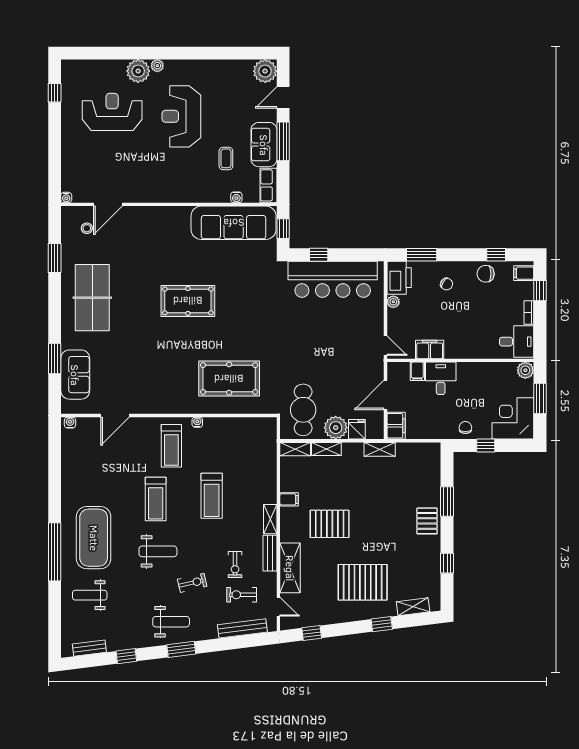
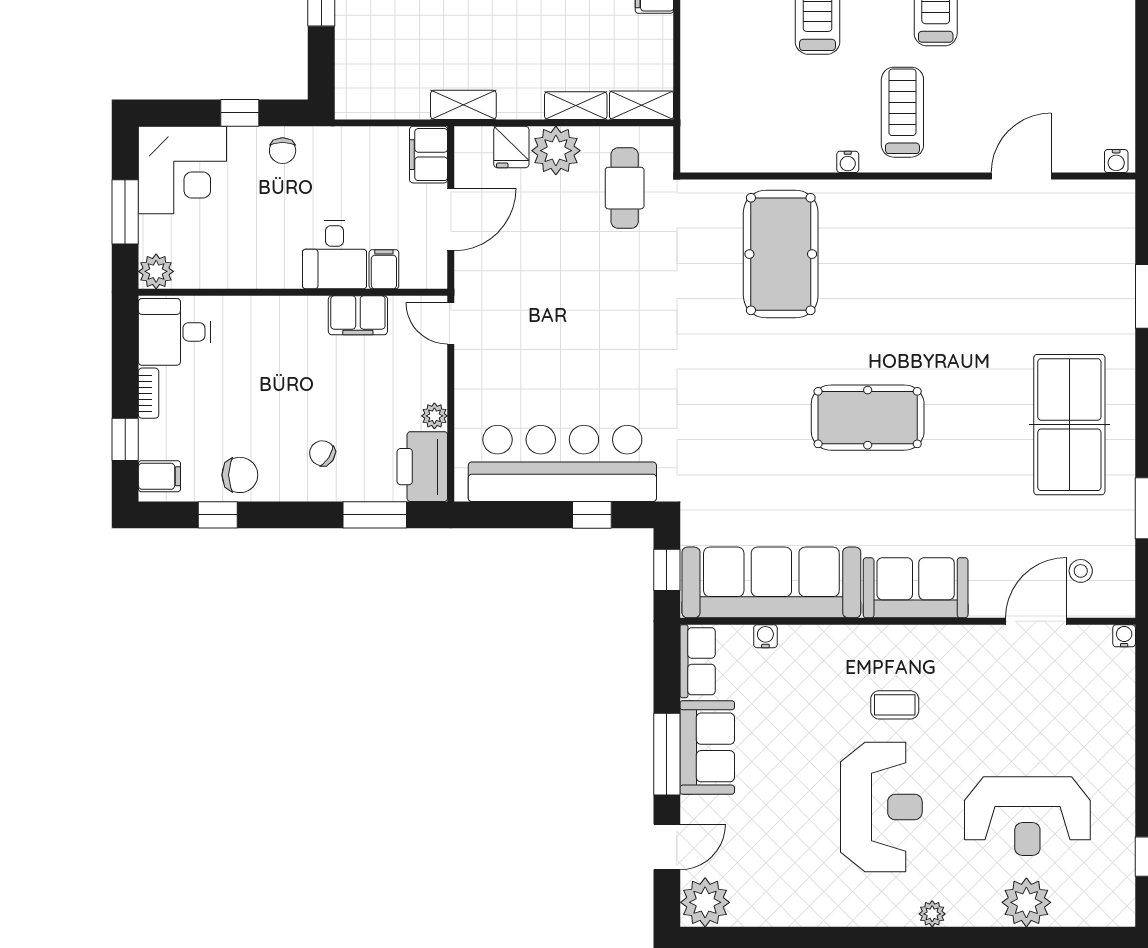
plant: (138, 71) -> (1026, 902), moved
coffee table: (226, 158) -> (895, 705), moved, turned 90
sofa: (75, 375) -> (916, 588), moved, turned 90
pool table: (229, 379) -> (781, 254), turned 90
cafe table: (303, 410) -> (625, 188), width x0.73, depth x0.74

